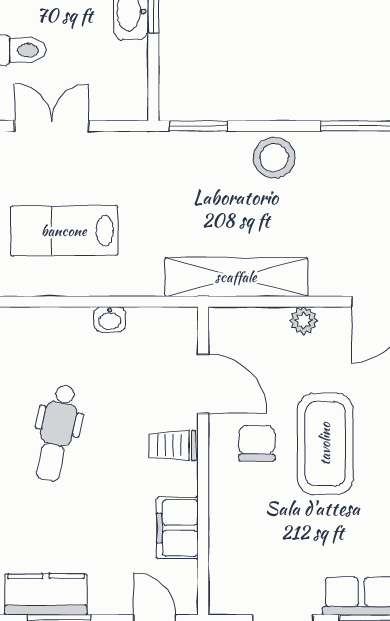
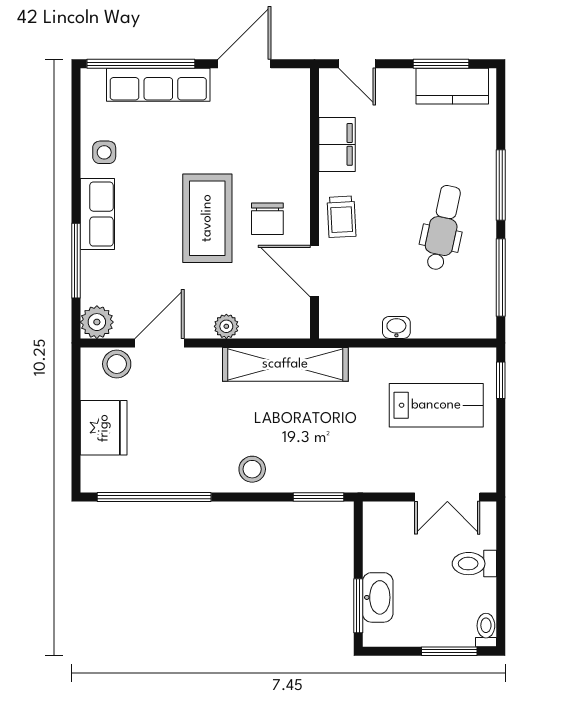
stool: (274, 158) -> (252, 469), width x0.73, depth x0.73
trolley: (172, 445) -> (341, 217), turned 87

